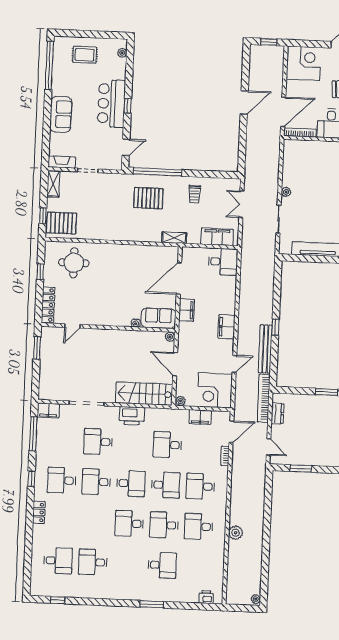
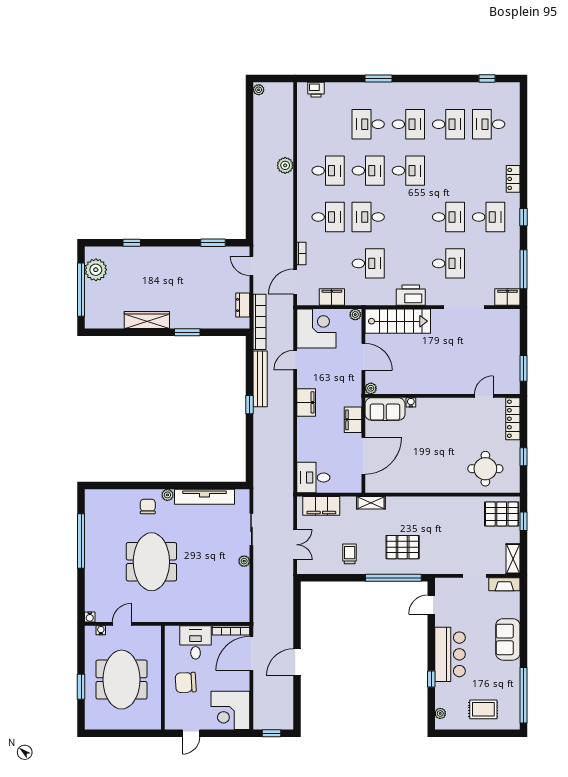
window: (128, 106) -> (431, 679), moved
desk: (131, 483) -> (408, 124), moved, turned 180

